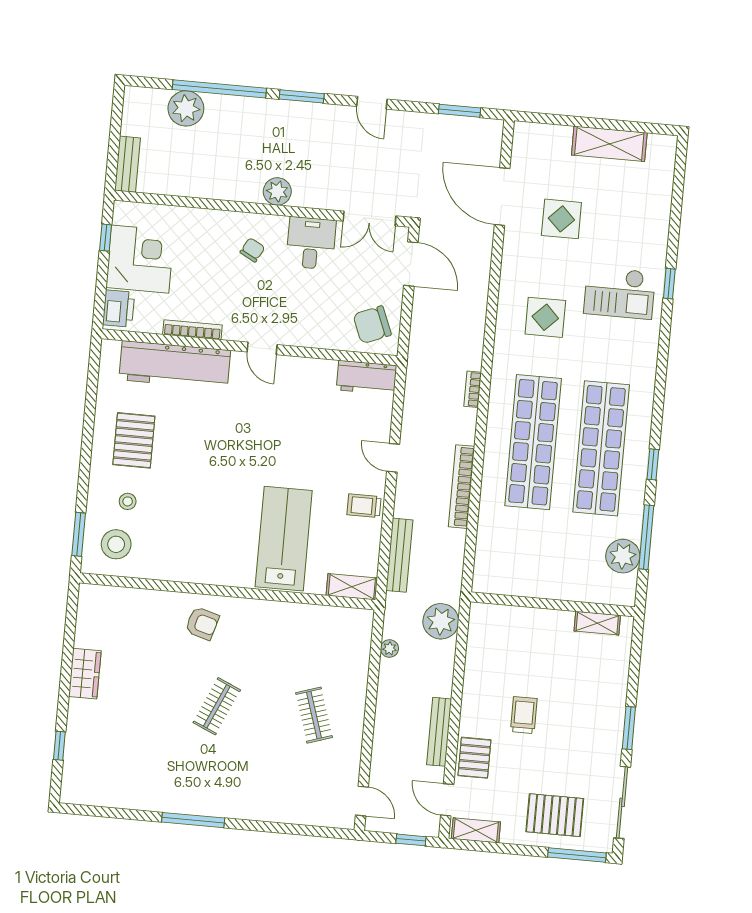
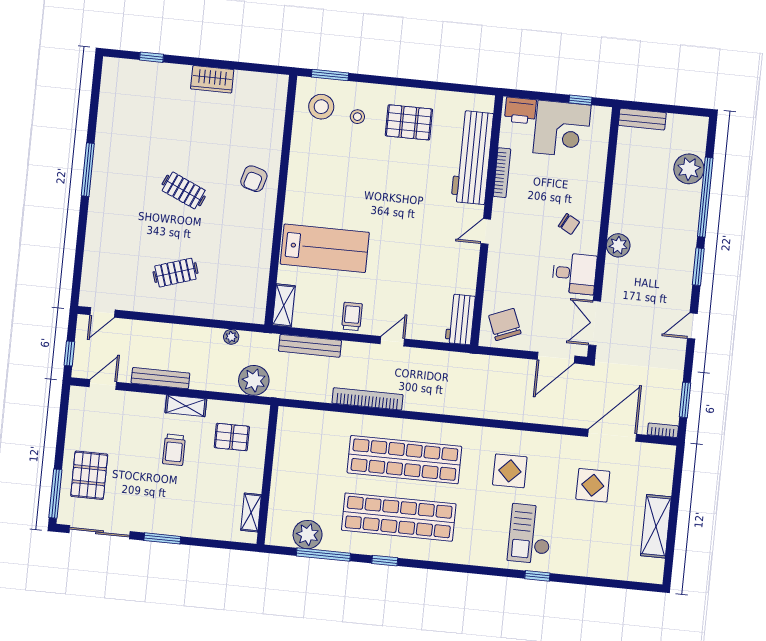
bookcase: (473, 389) -> (663, 430), moved
trolley: (524, 715) -> (174, 450), turned 90
pallet: (474, 758) -> (232, 437), moved
shelving: (476, 830) -> (186, 406), moved, turned 90

